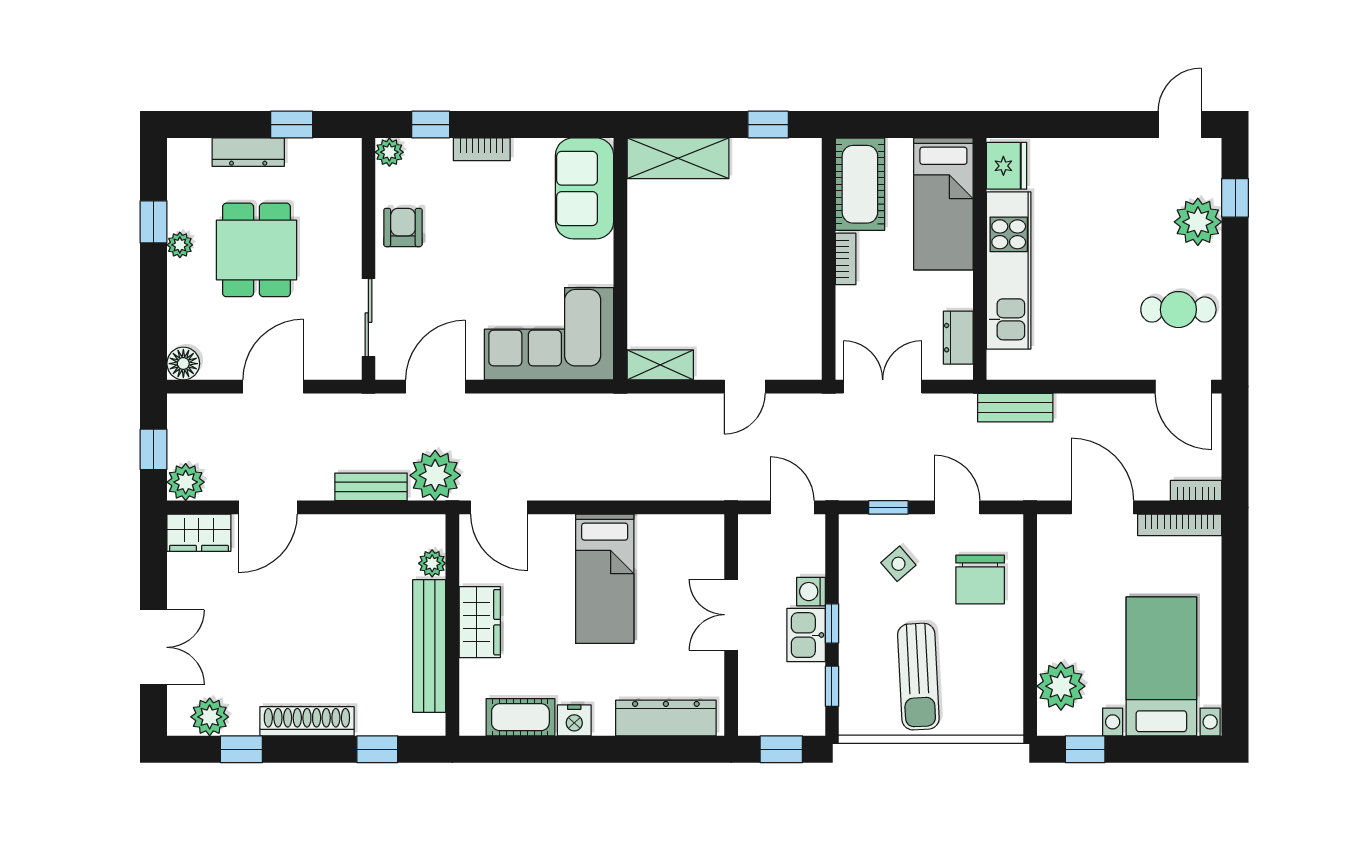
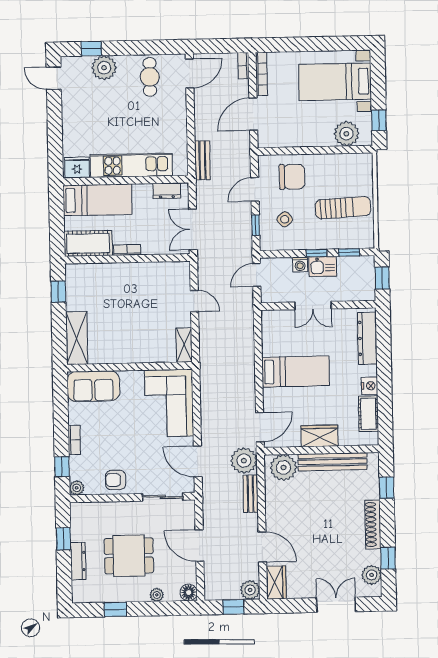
plant: (180, 245) -> (157, 595), moved
plant: (432, 563) -> (283, 468), width x1.87, depth x1.87

